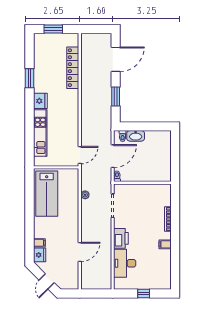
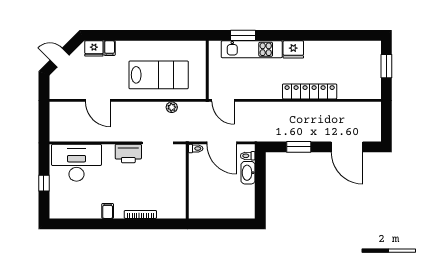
locker: (73, 68) -> (310, 91), moved
window: (30, 78) -> (243, 35), moved
lab bench: (47, 194) -> (159, 75), moved, turned 180
printer: (121, 238) -> (128, 154), moved
desk: (125, 263) -> (76, 163), width x1.36, depth x1.30

